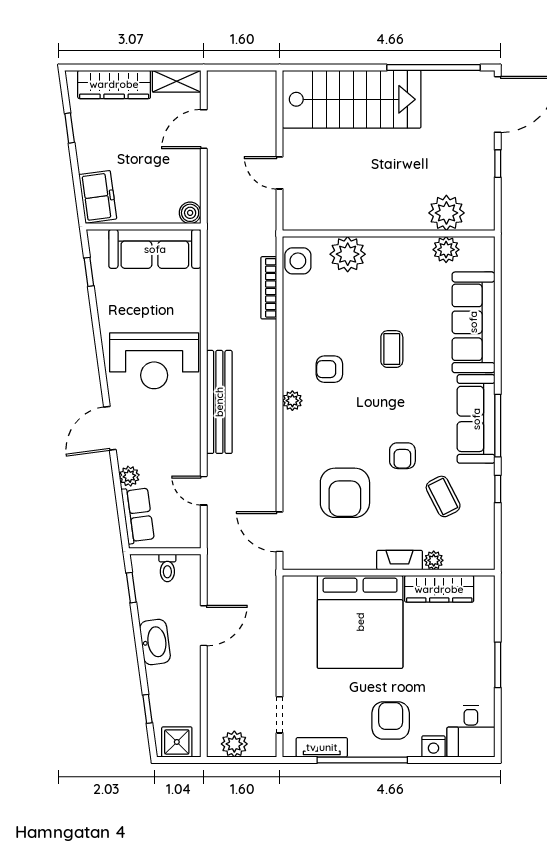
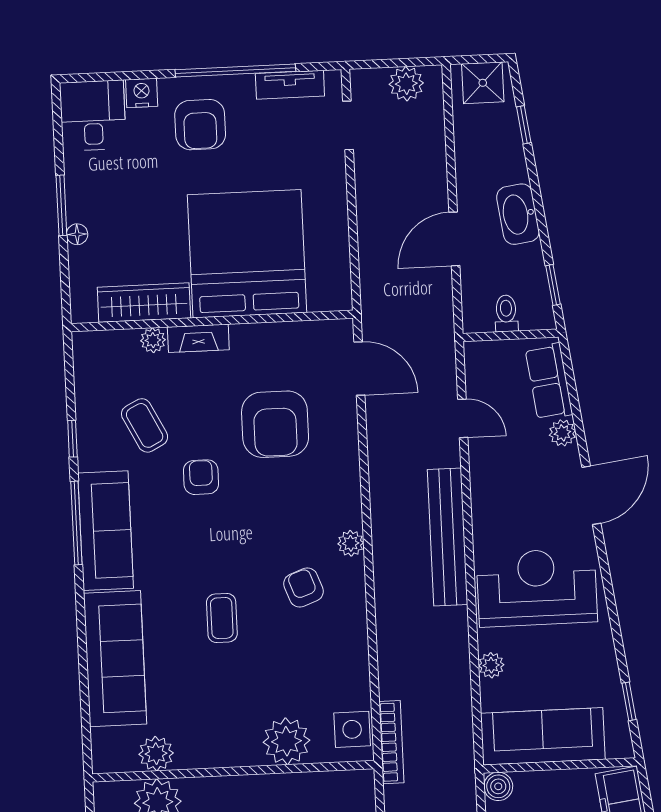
bookcase: (269, 288) -> (391, 742), moved
plant: (191, 304) -> (491, 665), added
armchair: (329, 369) -> (304, 587), turned -110
armchair: (345, 493) -> (275, 424), turned 180
floor lamp: (487, 643) -> (77, 234), added

